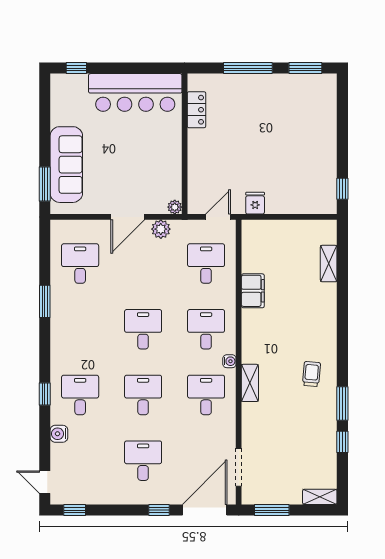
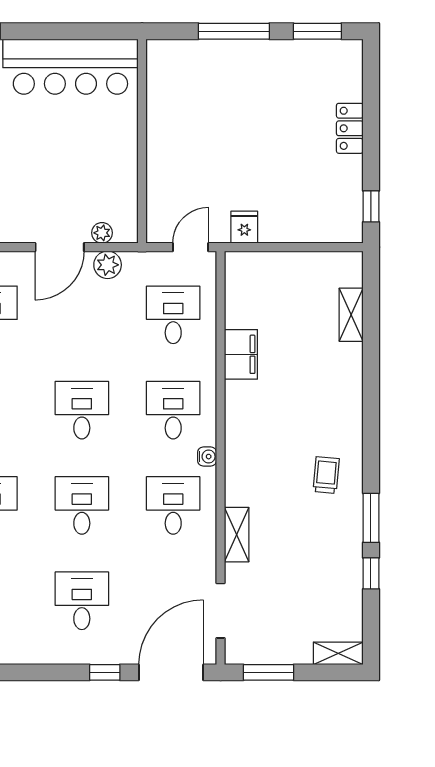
locker: (196, 110) -> (350, 128), moved, turned 180
plant: (175, 207) -> (102, 233), moved
shelving: (250, 383) -> (237, 535), moved

